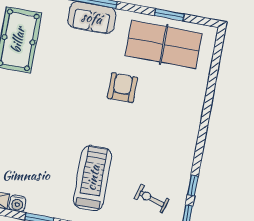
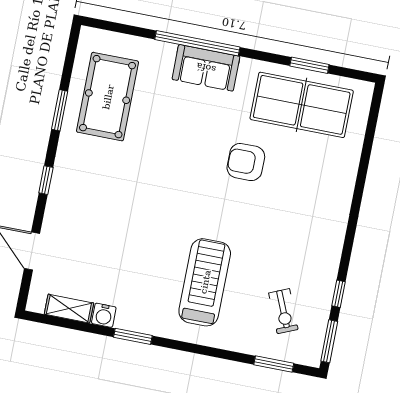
armchair: (122, 88) -> (246, 162), turned -90
exercise bike: (152, 199) -> (283, 311), turned -131

